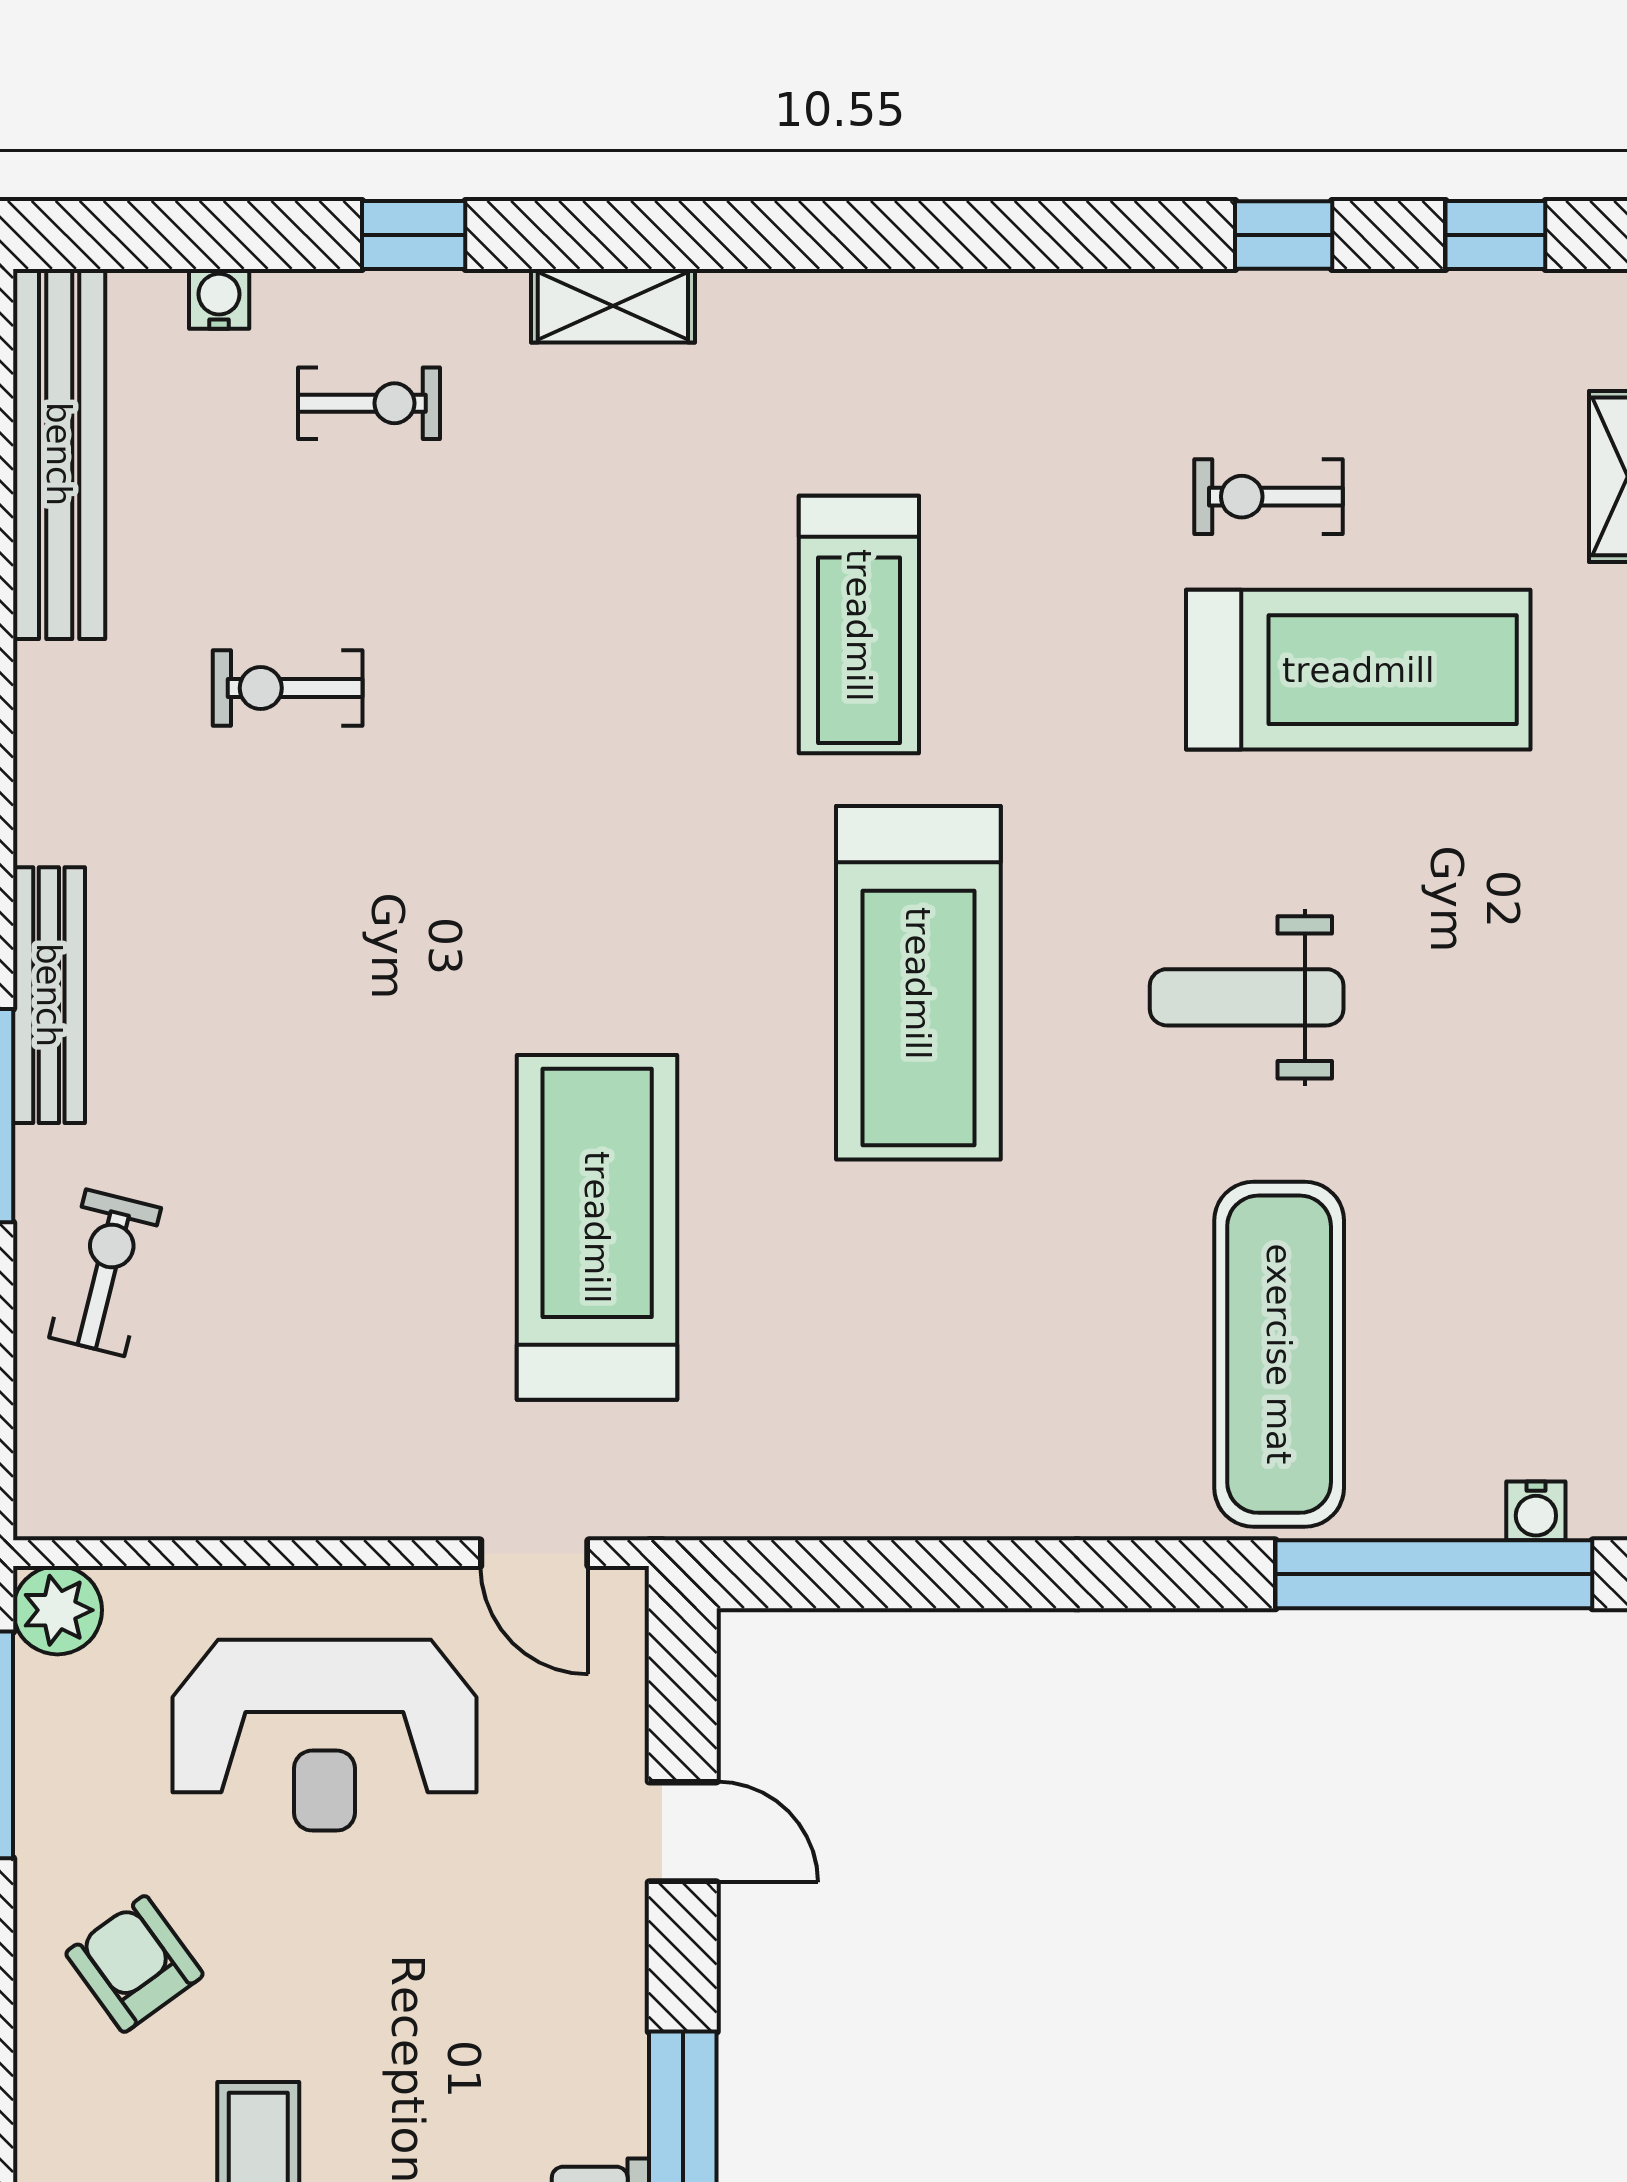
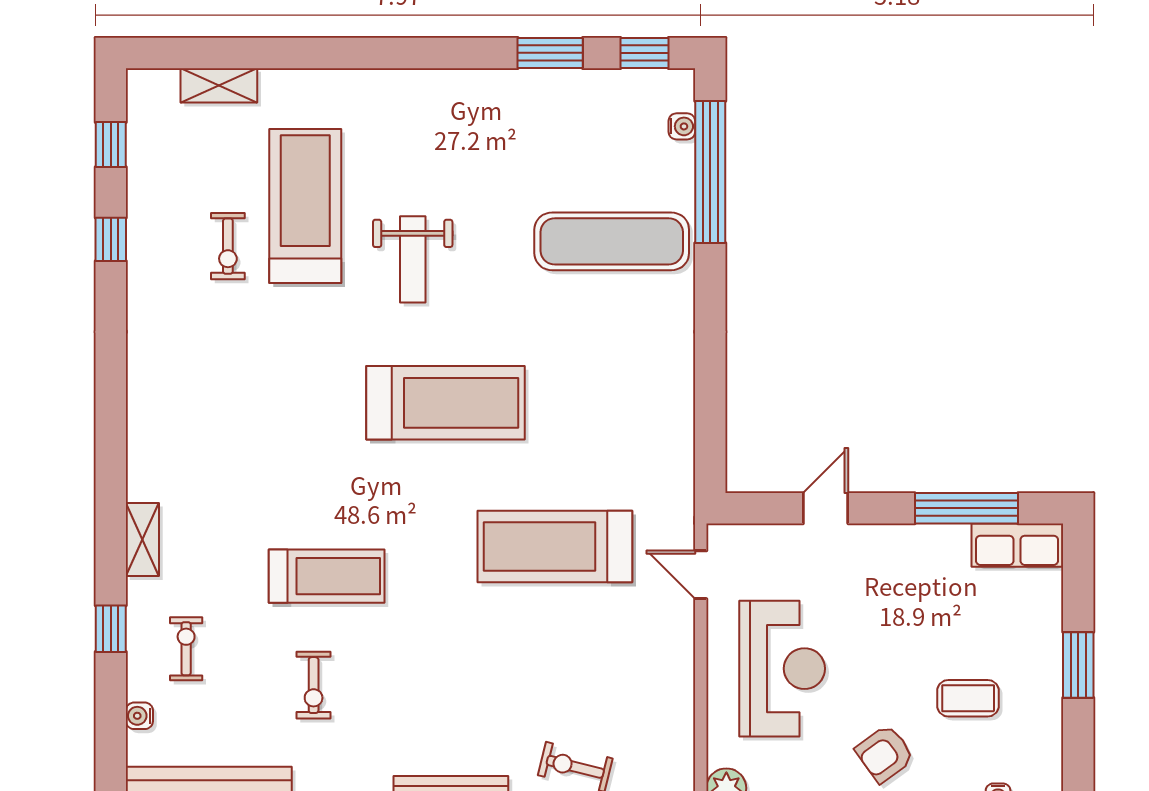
treadmill: (859, 625) -> (327, 576), moved
weight bench: (1247, 997) -> (413, 259), moved
door: (534, 1553) -> (701, 575), swing flipped

